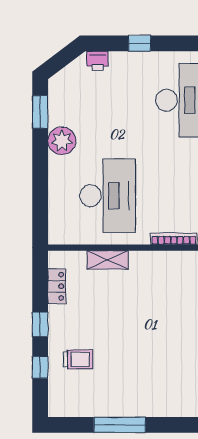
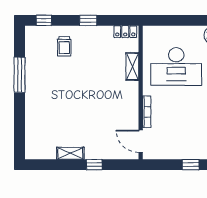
locker: (57, 286) -> (125, 32), moved
window: (40, 367) -> (44, 20), moved

